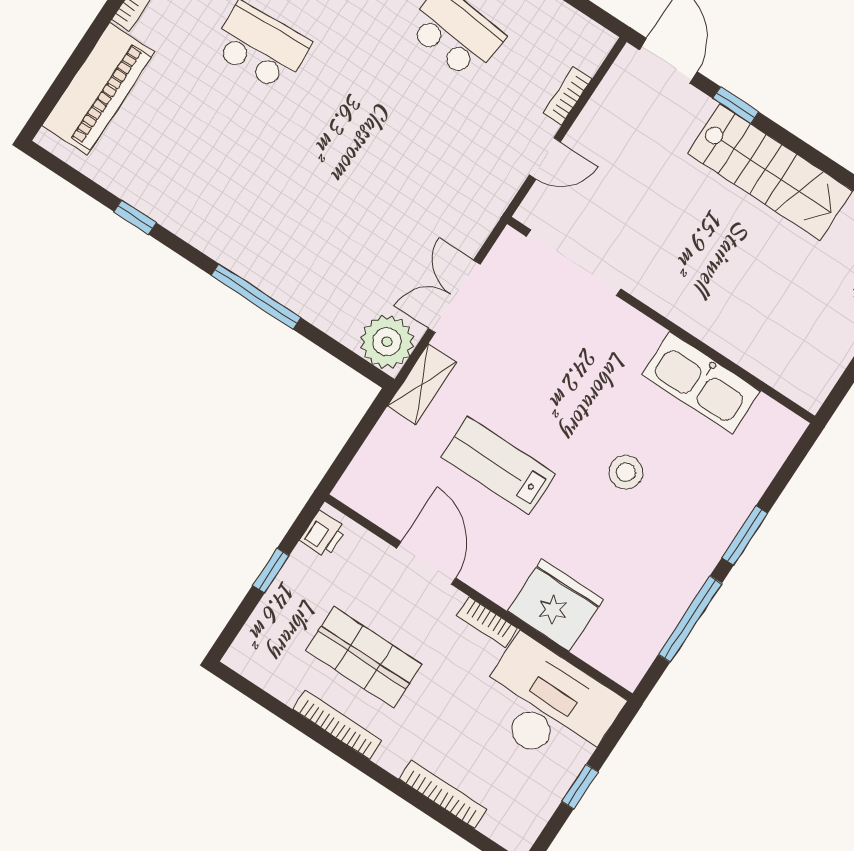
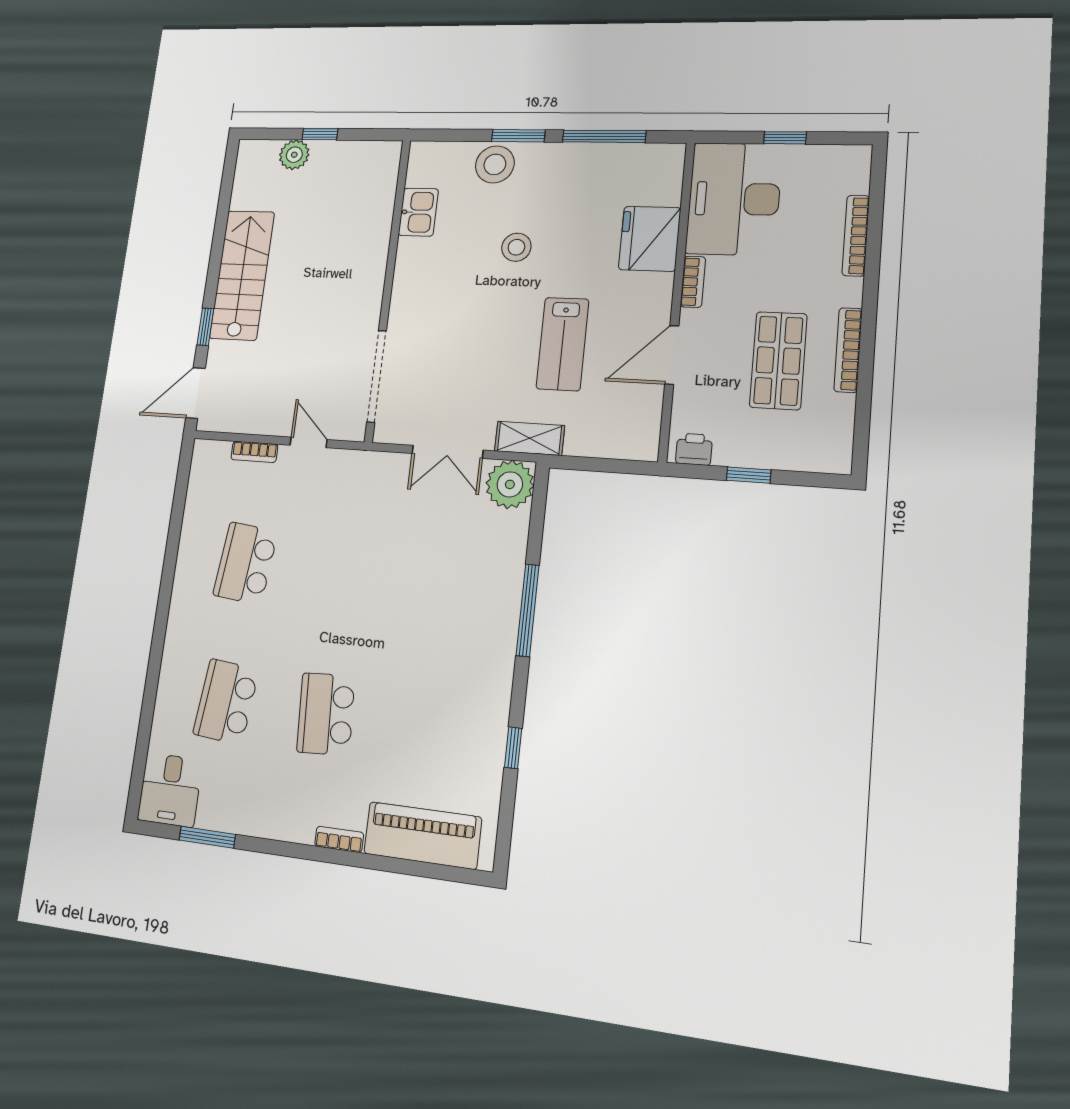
kitchen sink: (701, 383) -> (418, 212), width x0.53, depth x0.81
stool: (728, 496) -> (495, 164), added

